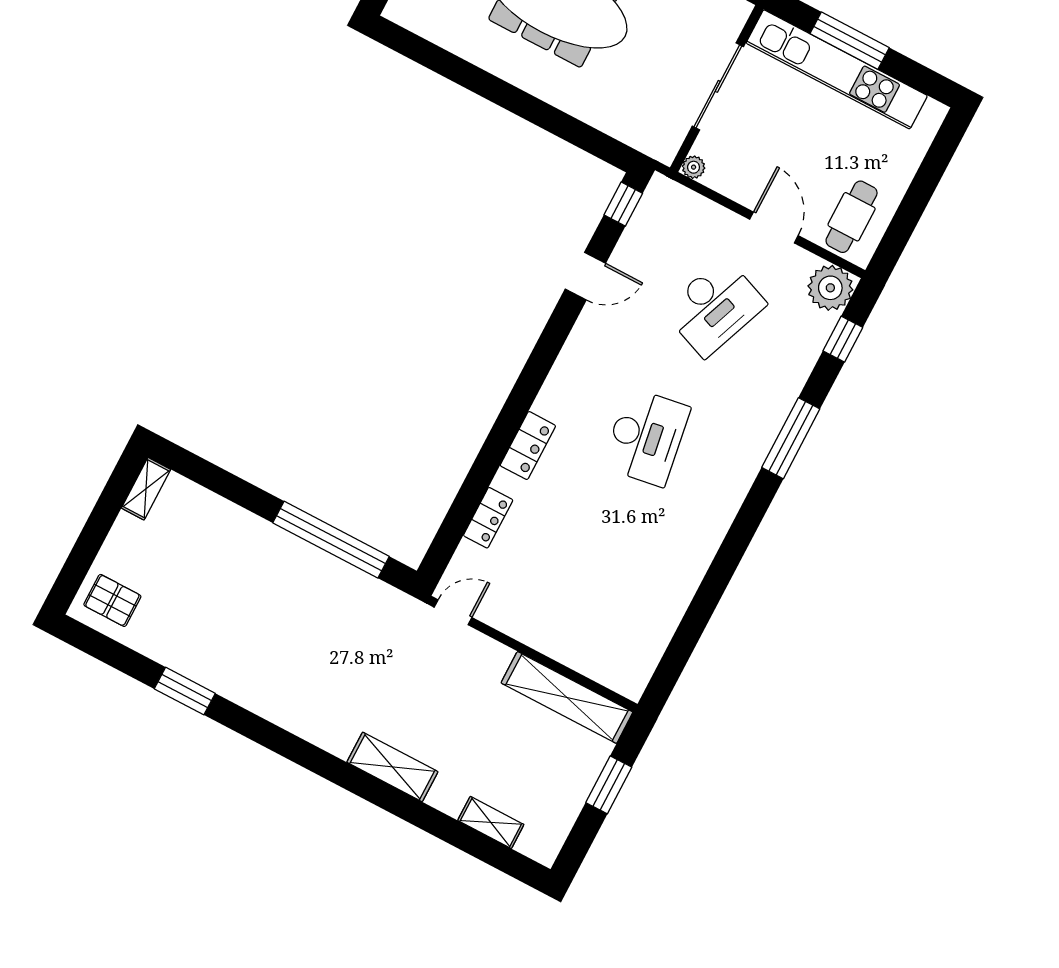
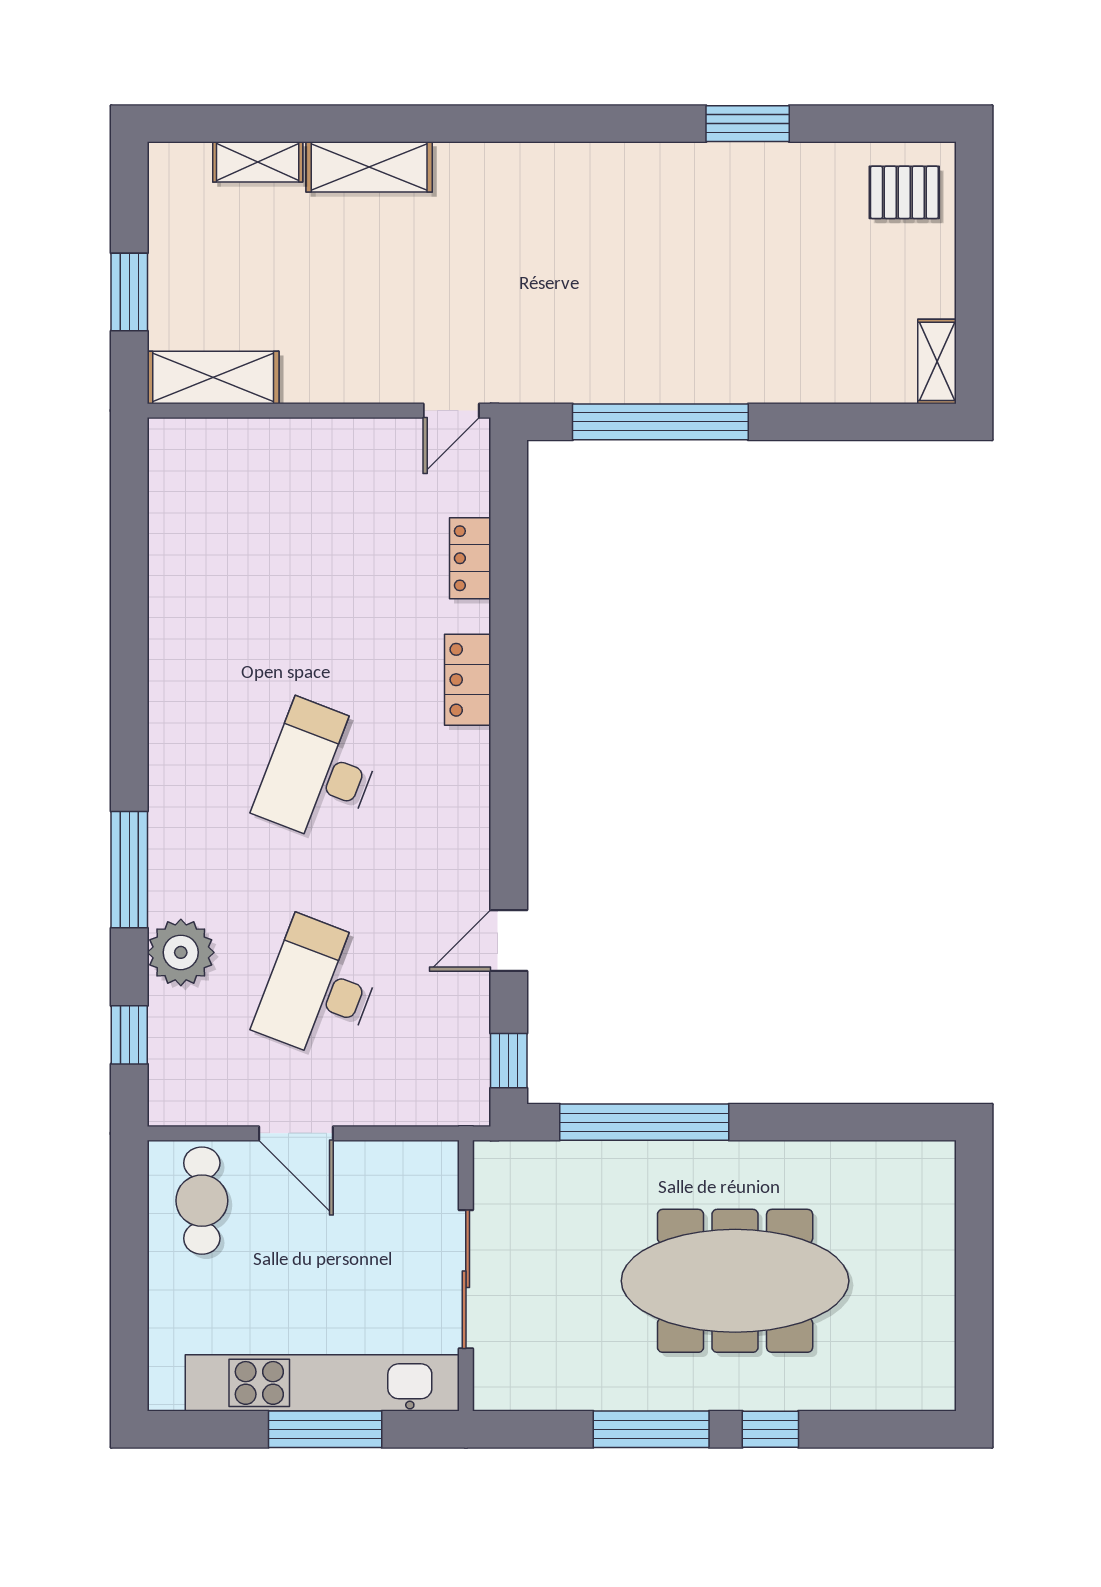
window: (561, 124) -> (644, 1122), added
plant: (694, 167) -> (442, 1157), removed
plant: (830, 288) -> (181, 952), moved
desk: (646, 437) -> (319, 772), turned 30
shelving: (567, 697) -> (213, 377), width x0.68
shelving: (392, 767) -> (369, 167), moved

